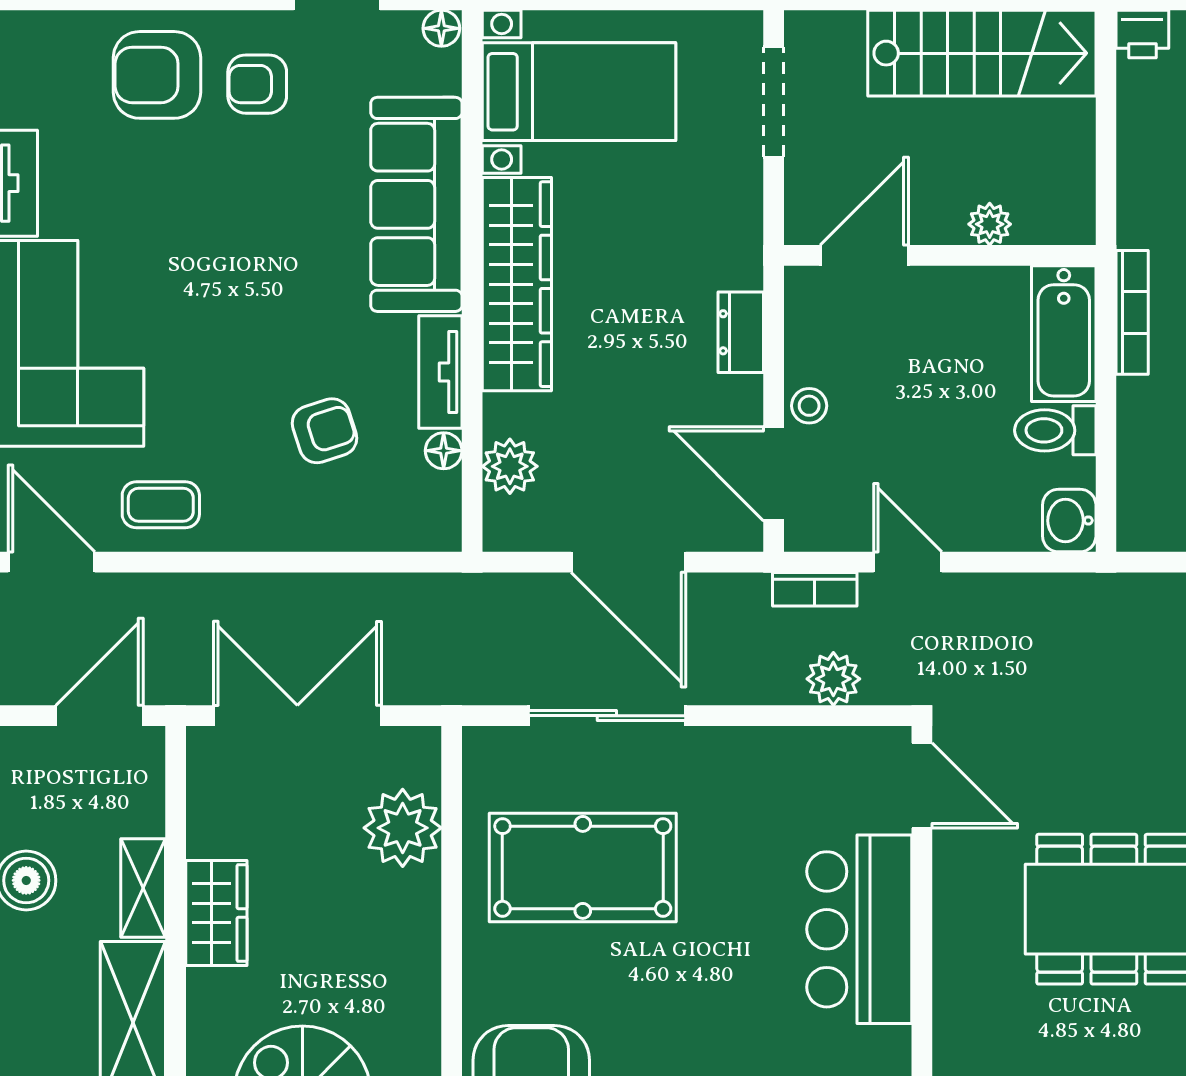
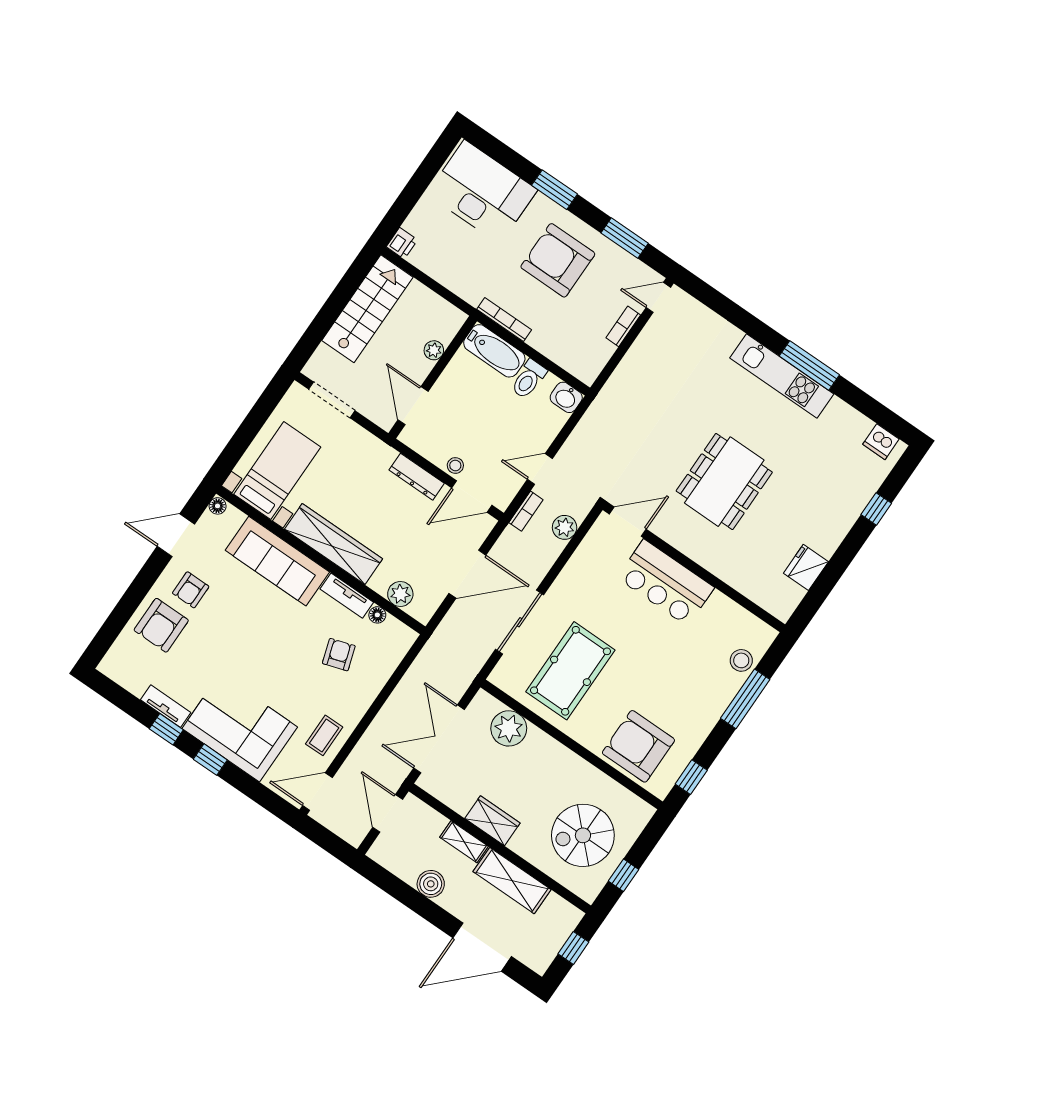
dresser: (741, 332) -> (417, 477), width x1.44

